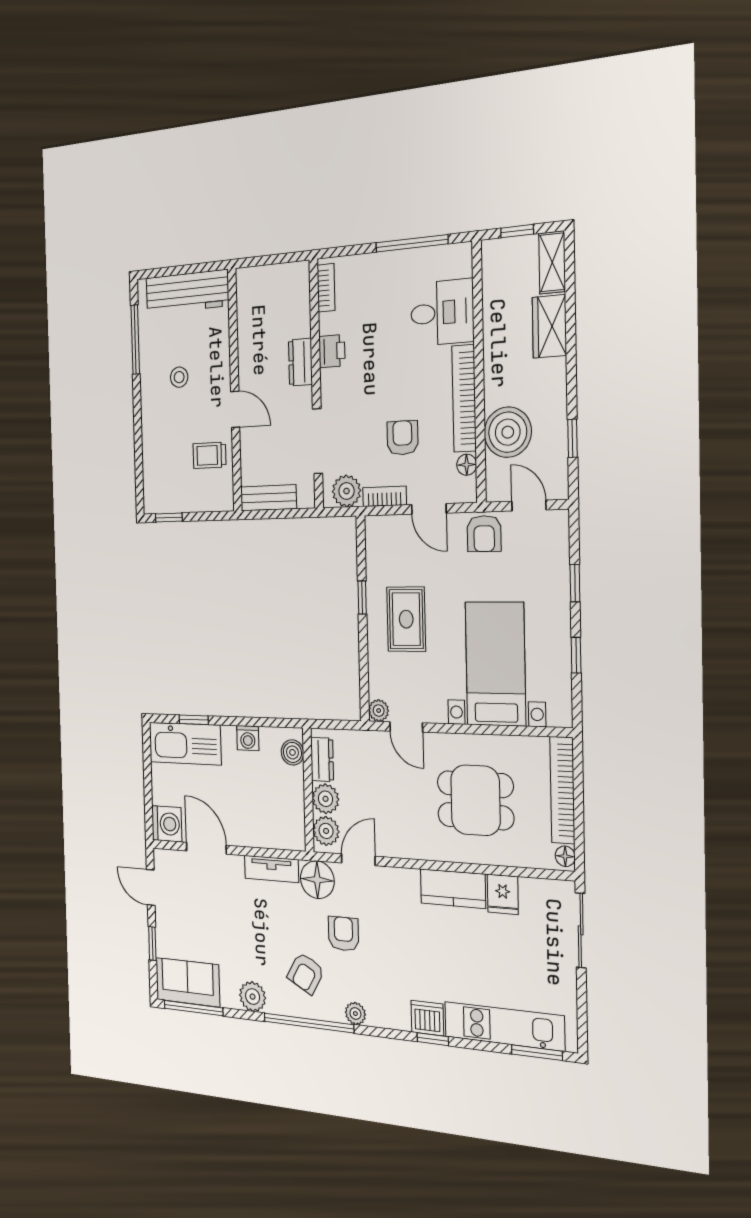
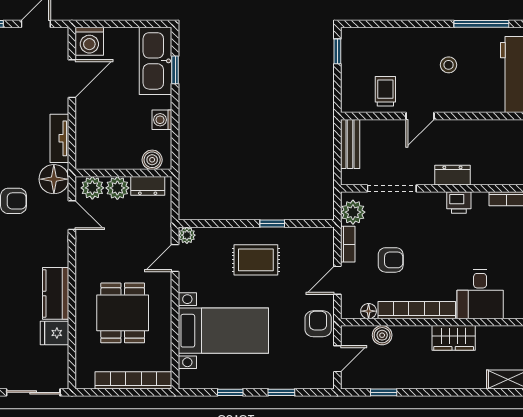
wardrobe: (549, 326) -> (454, 338), moved, turned 180
boiler: (508, 432) -> (382, 335), width x0.54, depth x0.54
armchair: (484, 534) -> (318, 324), turned 90
floor lamp: (565, 856) -> (86, 382), removed

